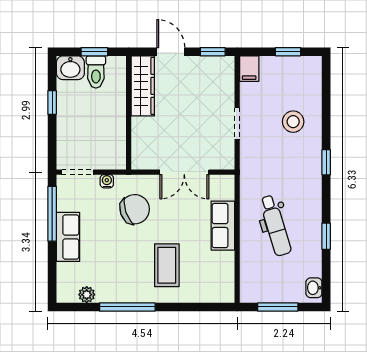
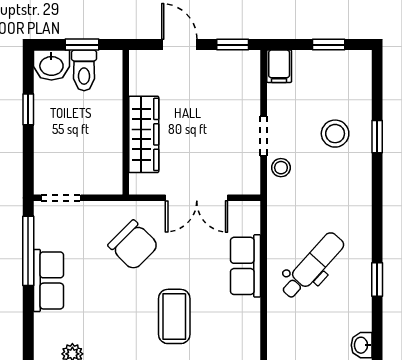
wardrobe: (143, 86) -> (144, 134), moved
stool: (251, 148) -> (281, 168), added
window: (326, 162) -> (377, 137), moved
water cooler: (107, 181) -> (98, 209), removed
chair: (135, 209) -> (133, 245), turned 64
dental chair: (275, 225) -> (312, 266), turned -121

